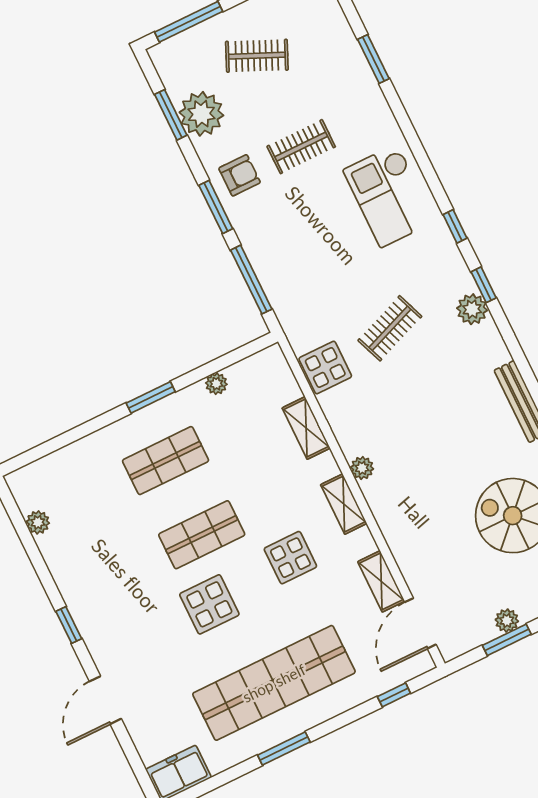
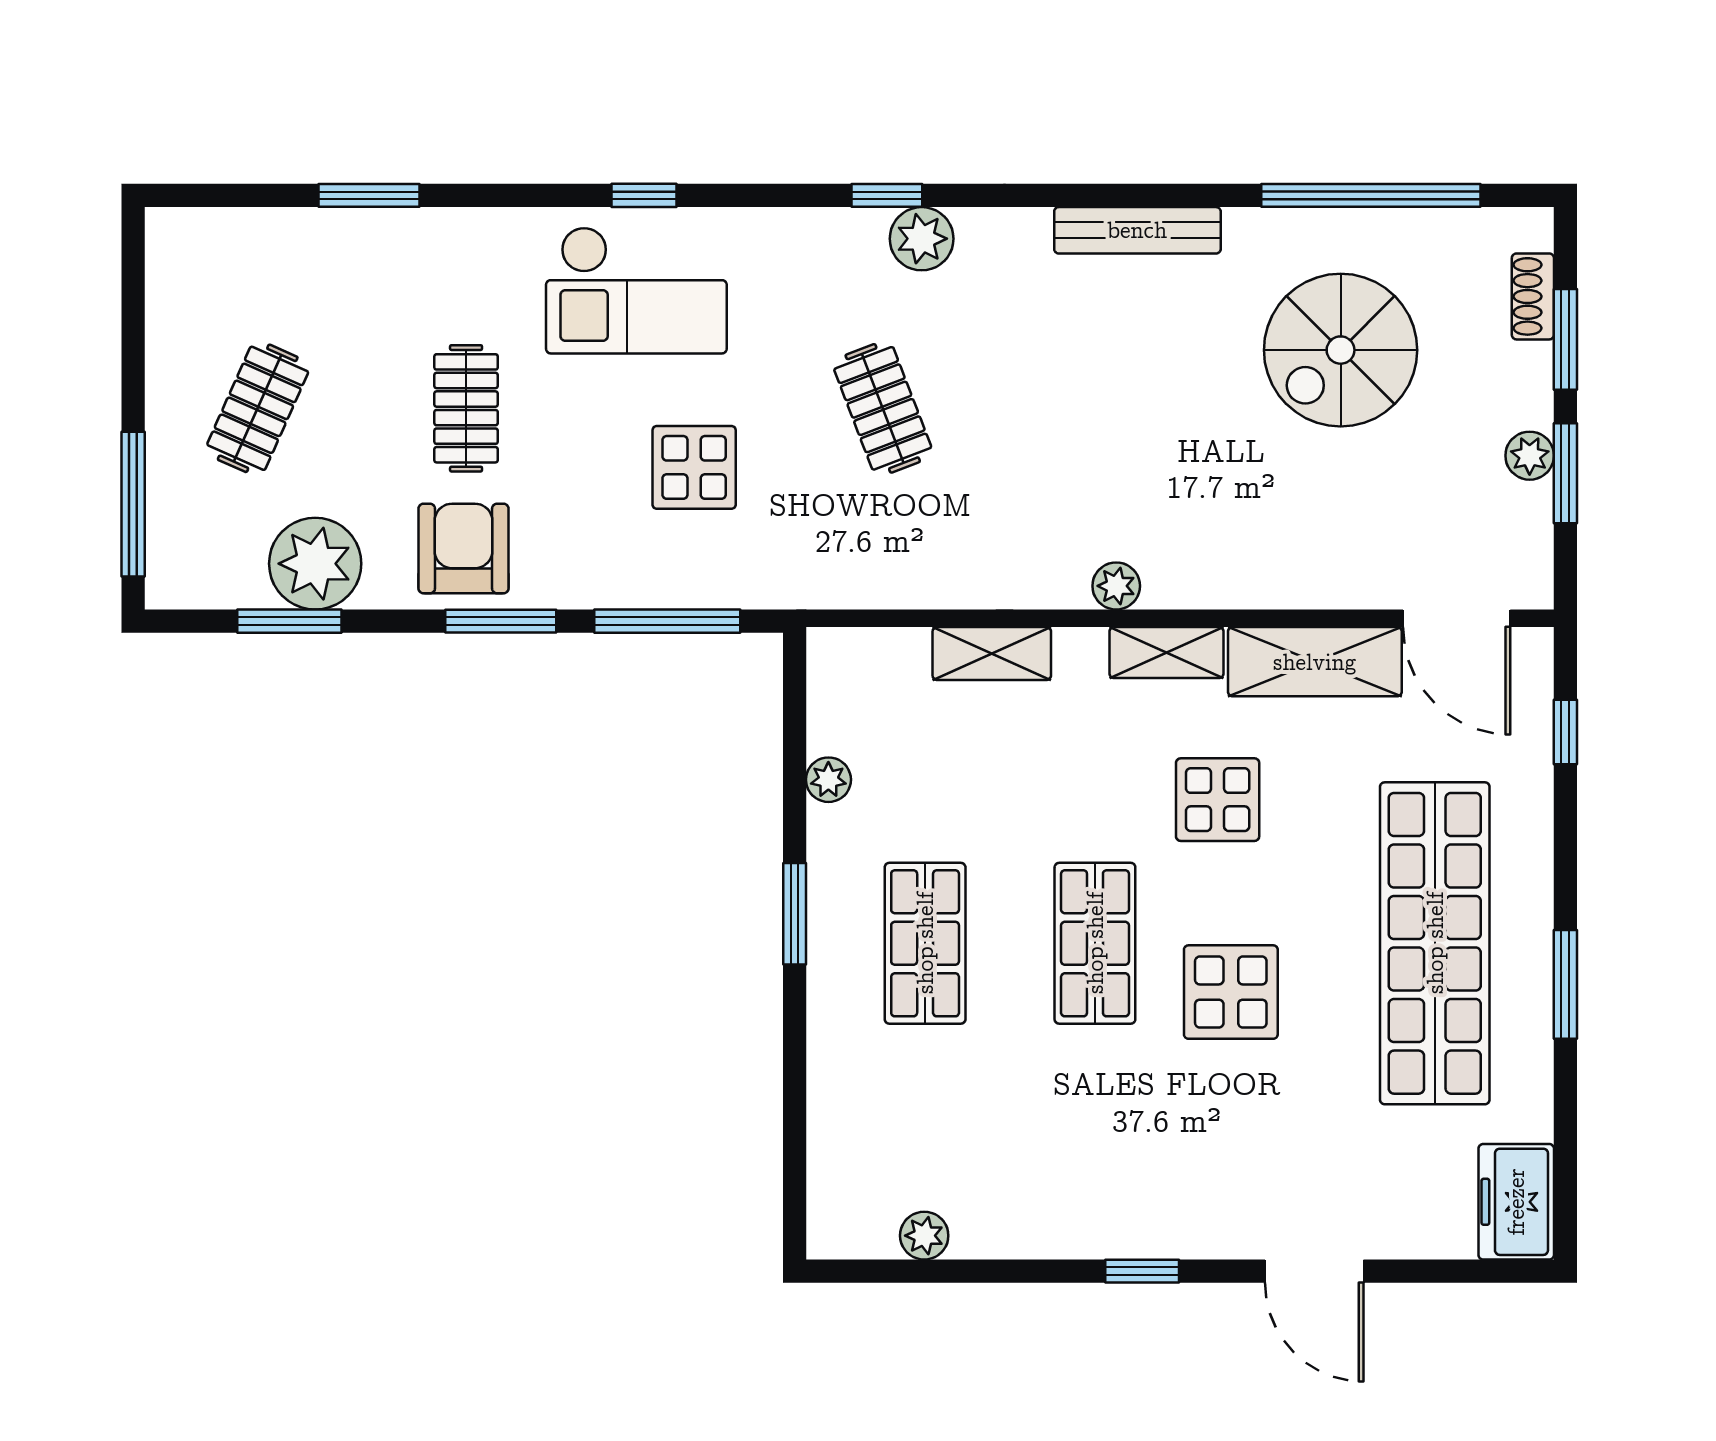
armchair: (240, 175) -> (464, 549), width x1.38, depth x1.38
window: (455, 226) -> (644, 195), moved
display table: (325, 368) -> (694, 467), moved
shelving: (381, 581) -> (1315, 662), width x1.50, depth x1.33

